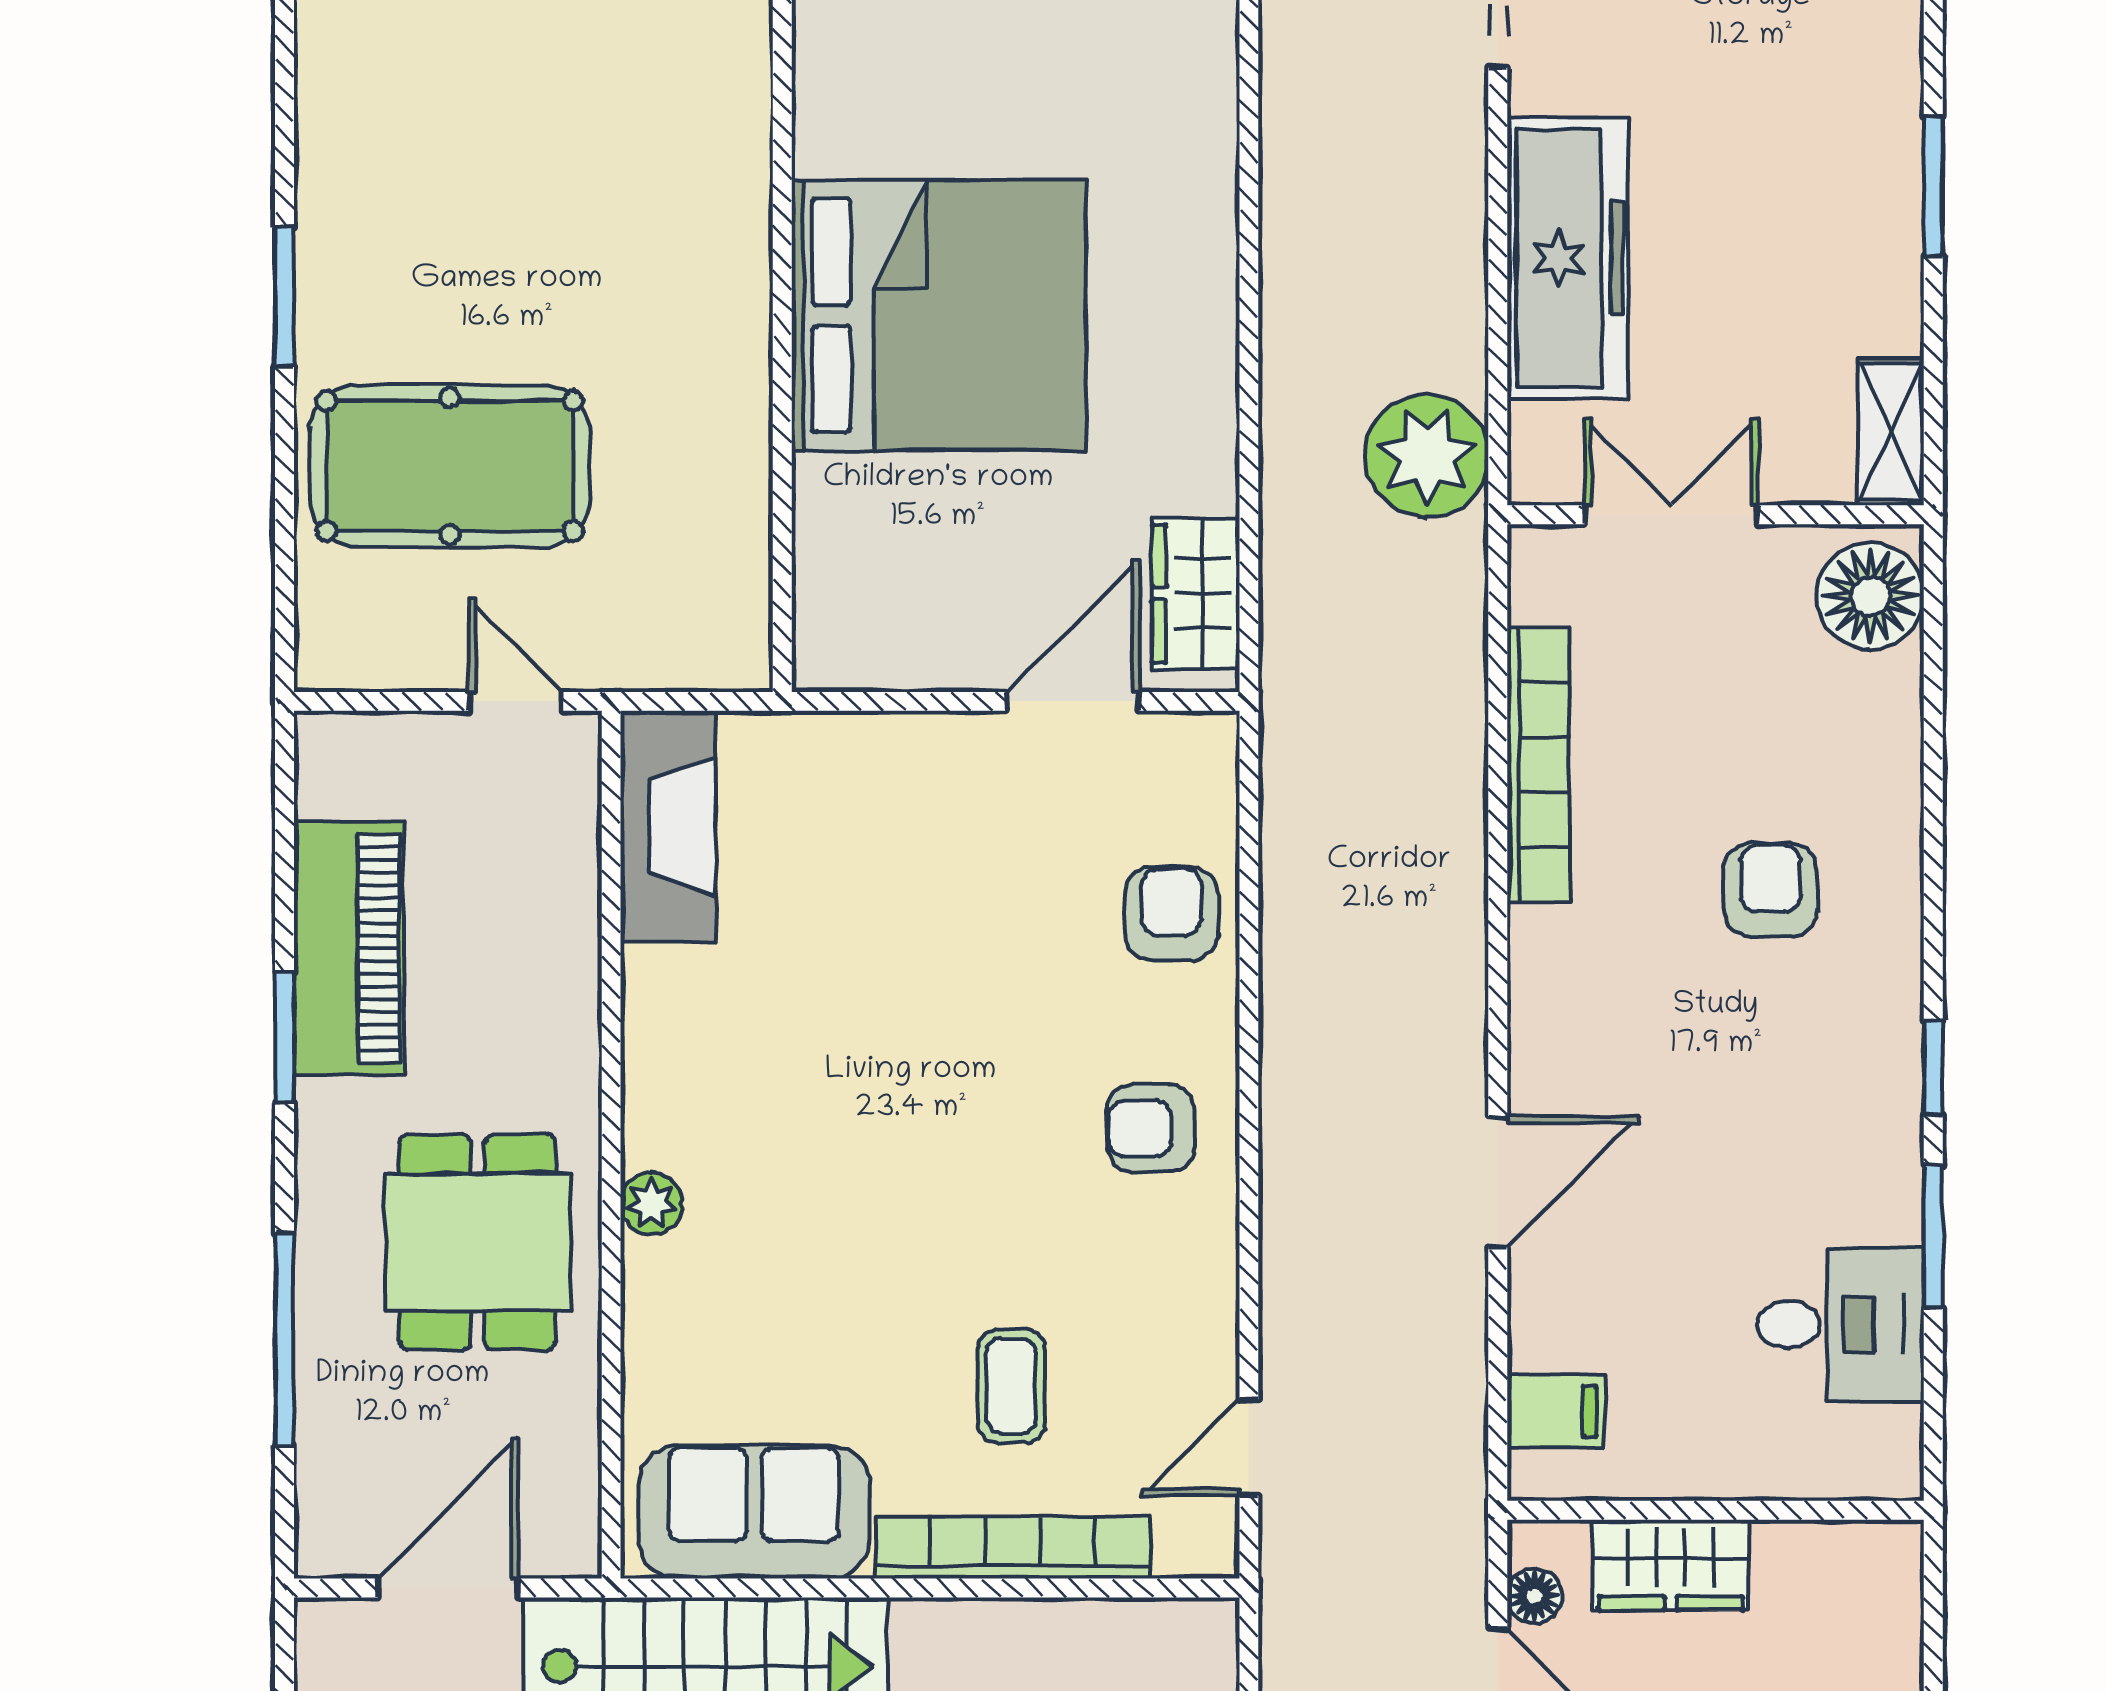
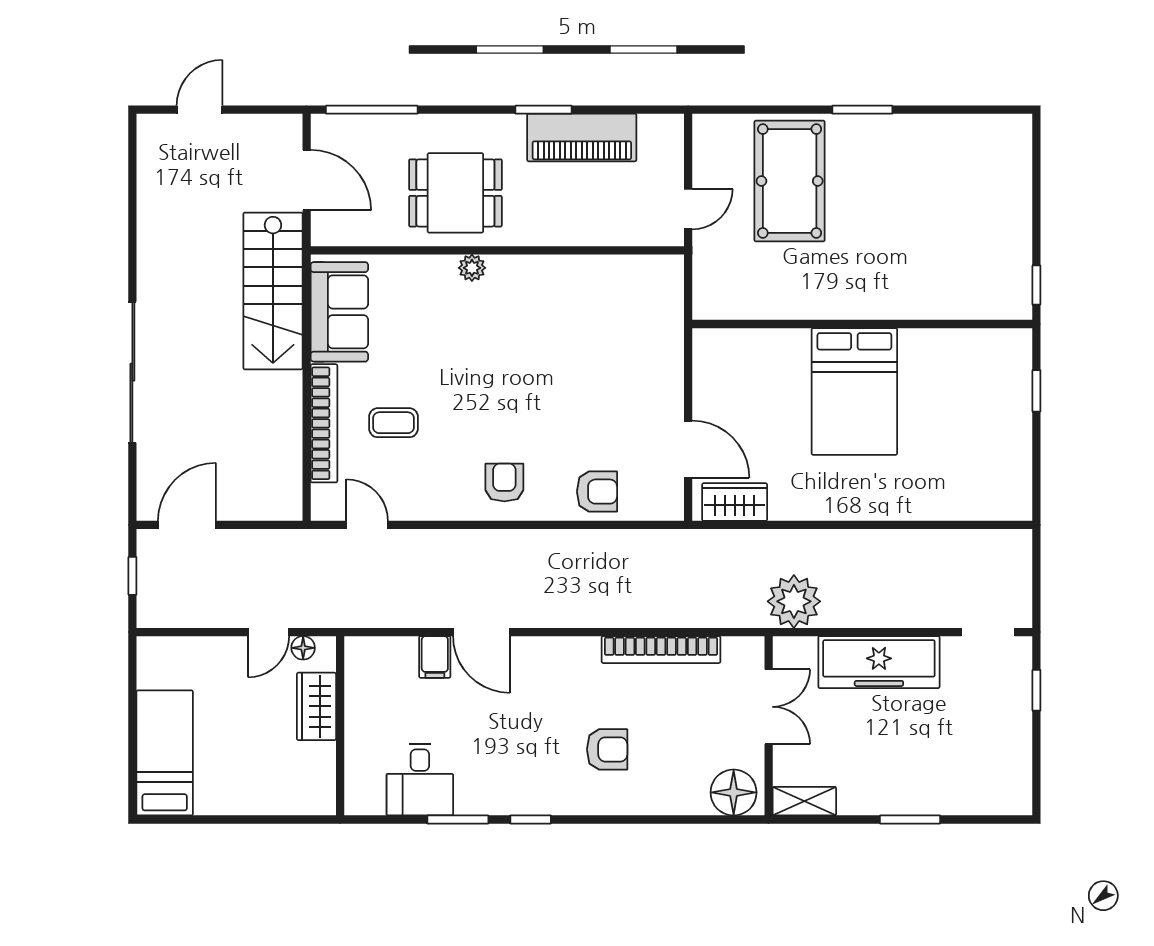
bed: (939, 315) -> (854, 391), width x0.73
fireplace: (668, 826) -> (634, 275), removed
window: (284, 1339) -> (372, 110), moved
filing cabinet: (1556, 1412) -> (435, 657), moved

